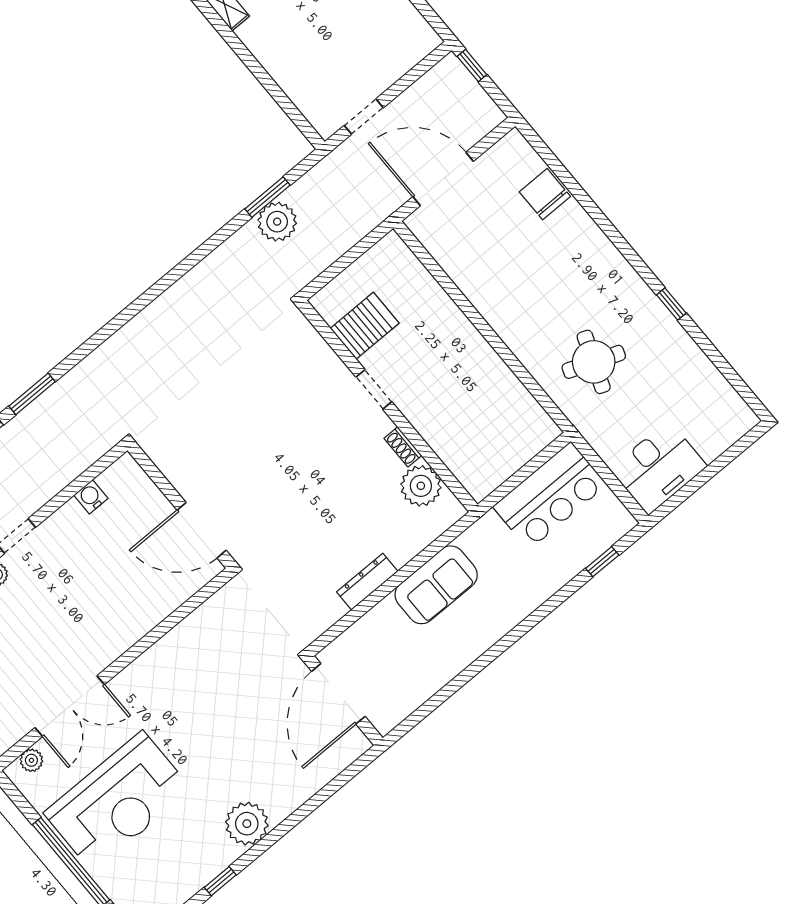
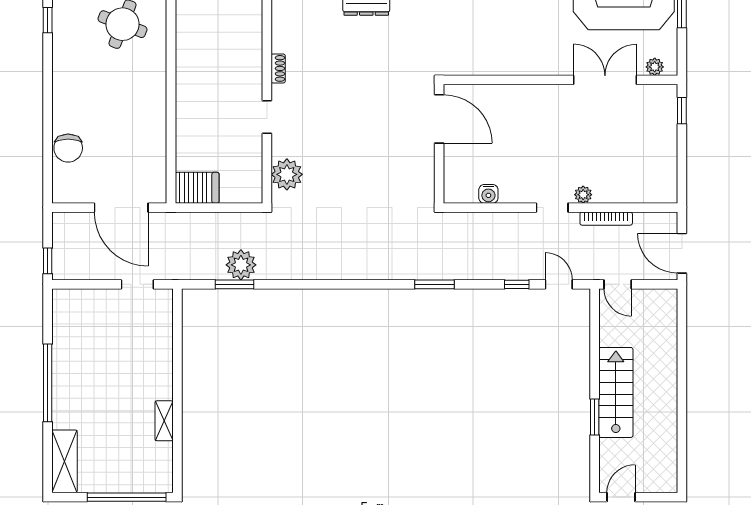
server rack: (365, 326) -> (197, 188), moved, turned 180
window: (32, 394) -> (434, 284), moved
plant: (421, 486) -> (287, 174), moved

